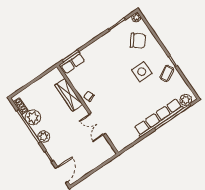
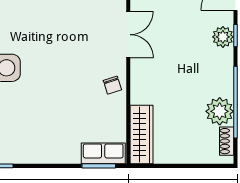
wardrobe: (69, 95) -> (142, 135), moved
plant: (44, 137) -> (223, 37), moved

